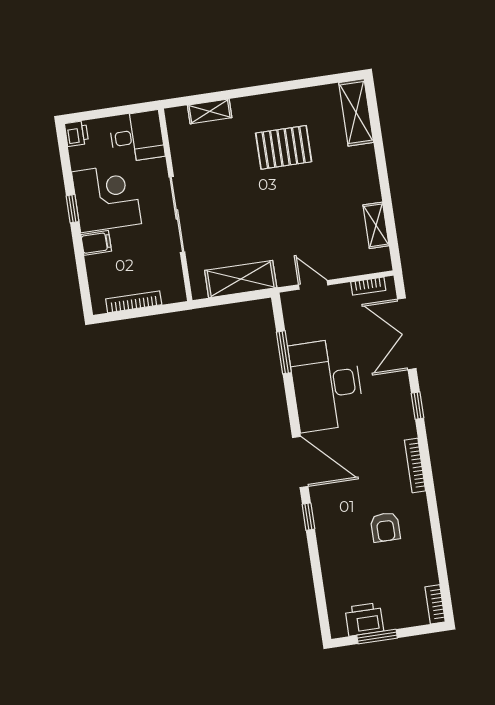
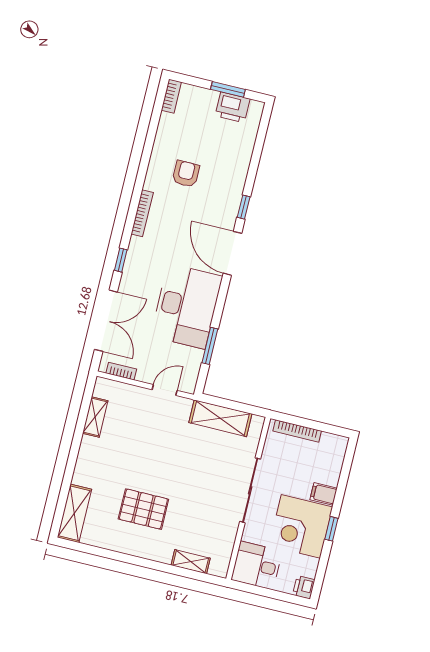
door: (313, 285) -> (165, 390), swing flipped
bookcase: (134, 302) -> (297, 431), moved

